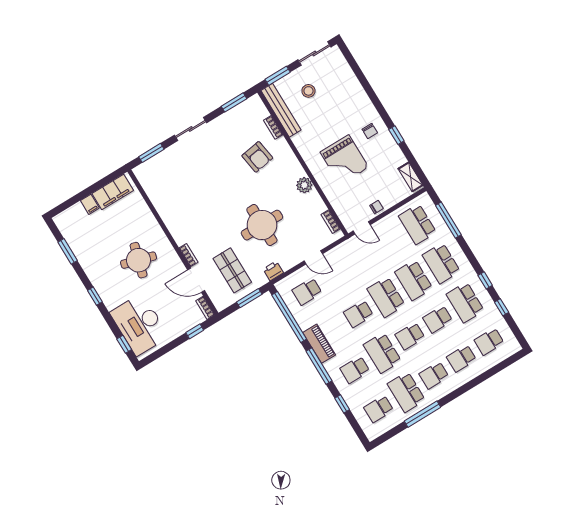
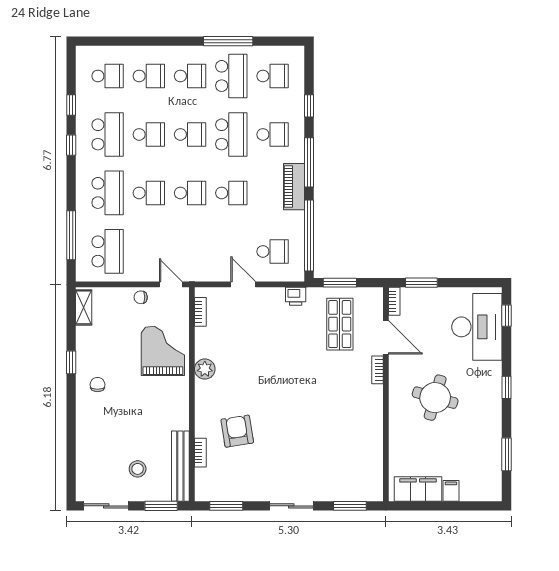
grand piano: (344, 160) -> (163, 351), moved
round table: (262, 225) -> (277, 354), removed
school desk: (414, 280) -> (149, 193), width x0.54
school desk: (386, 297) -> (190, 193), width x0.54
window: (195, 331) -> (421, 283), width x1.50

